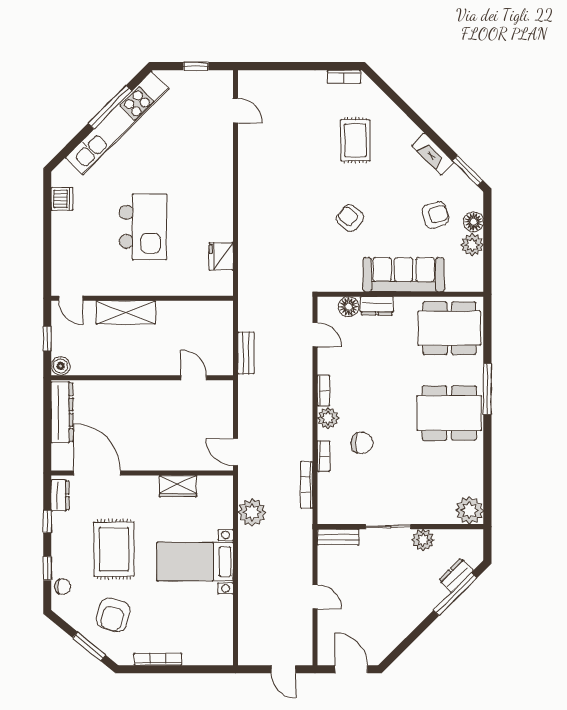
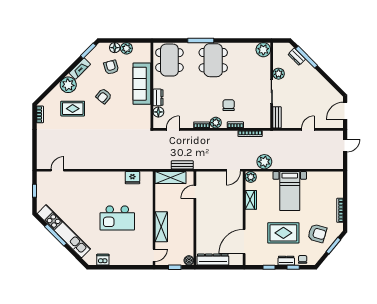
plant: (401, 132) -> (68, 85), added
armchair: (350, 218) -> (104, 96), moved
kitchen island: (143, 227) -> (117, 218), turned 180
shelving: (221, 330) -> (171, 178), added
plant: (223, 486) -> (251, 177), added
dresser: (60, 495) -> (286, 261), moved

